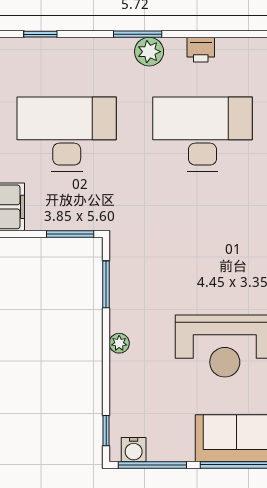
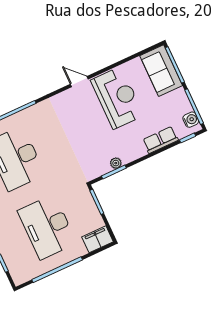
plant: (119, 343) -> (116, 163), moved
row of seats: (123, 385) -> (160, 140), added

